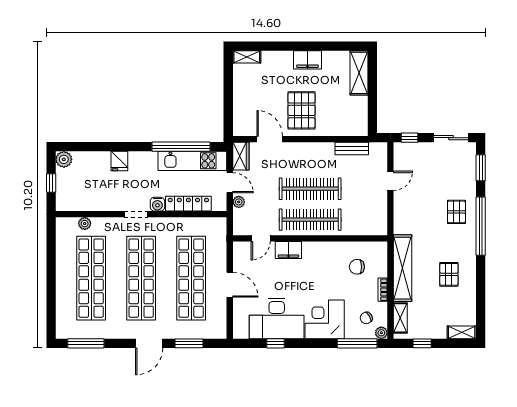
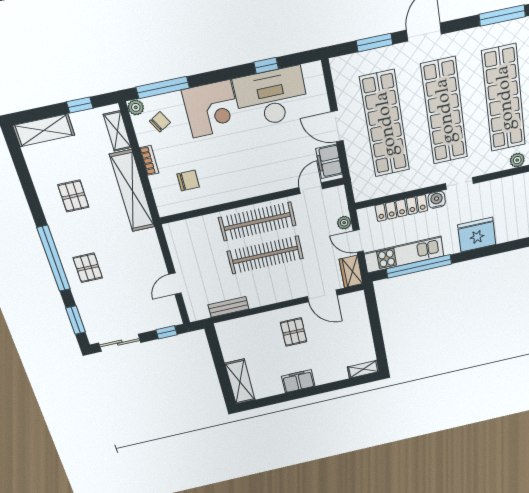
pallet: (301, 110) -> (294, 332), width x0.67, depth x0.71
fridge: (119, 161) -> (477, 235), width x1.88, depth x1.34
filing cabinet: (288, 250) -> (329, 161), moved, turned -90
shelving: (462, 332) -> (44, 130), width x1.50, depth x1.33

